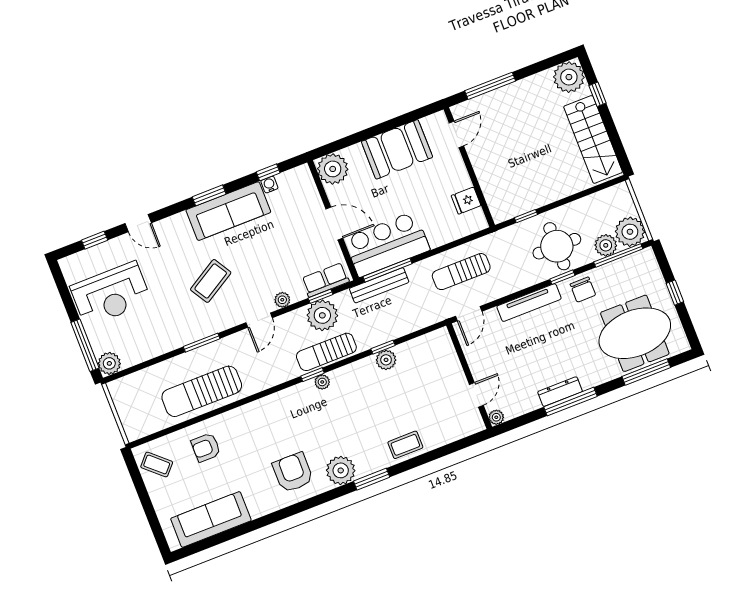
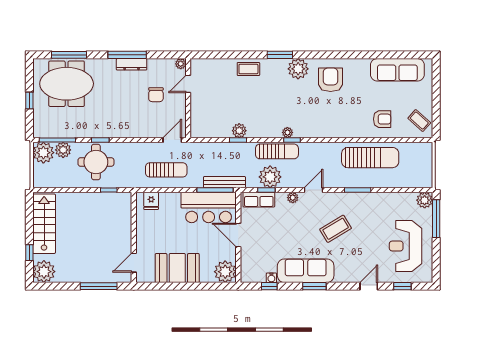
fridge: (466, 201) -> (151, 201), moved, turned 90
door: (138, 223) -> (369, 286), hinge flipped
chair: (583, 290) -> (156, 95), moved, turned 180
reception desk: (111, 294) -> (406, 246), turned -90
tv unit: (529, 303) -> (129, 132), removed
armchair: (293, 472) -> (331, 80), turned 180

